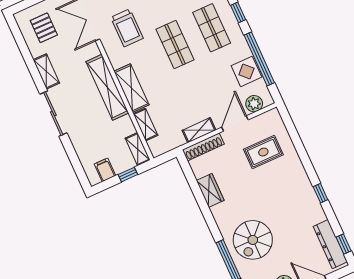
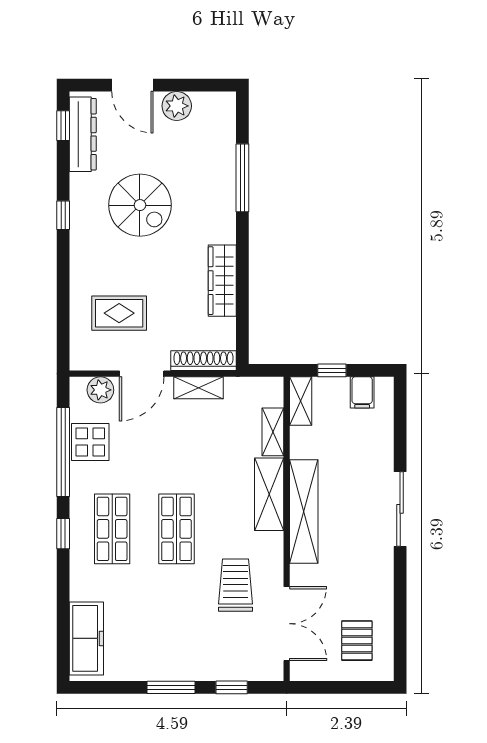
shelving: (46, 71) -> (382, 575), removed
wardrobe: (210, 190) -> (222, 281), width x1.50
spiral stairs: (253, 240) -> (140, 205), moved, turned 90

